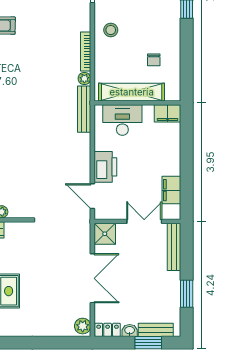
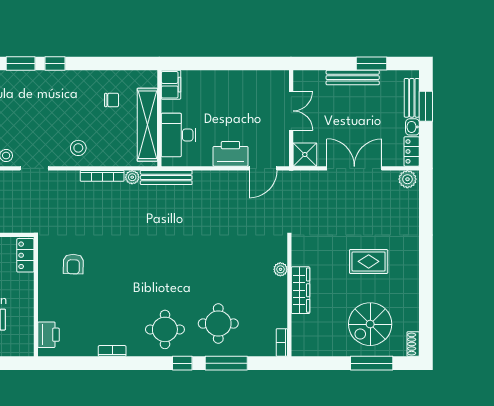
filing cabinet: (171, 190) -> (256, 80), removed
double door: (144, 221) -> (291, 111), swing flipped
bench: (174, 247) -> (353, 78), moved

